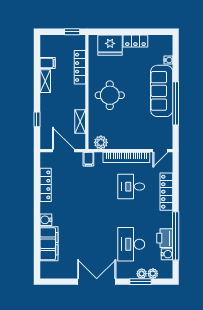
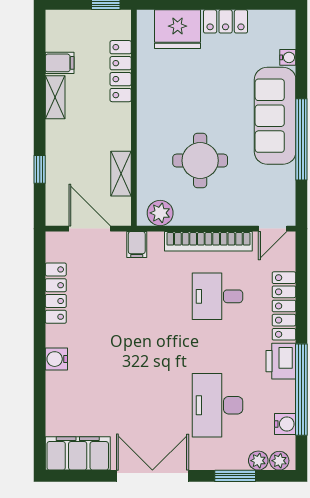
round table: (110, 95) -> (200, 161), moved
printer: (165, 238) -> (281, 361), moved
filing cabinet: (49, 244) -> (78, 453), moved, turned -90
plant: (142, 274) -> (279, 461), moved

